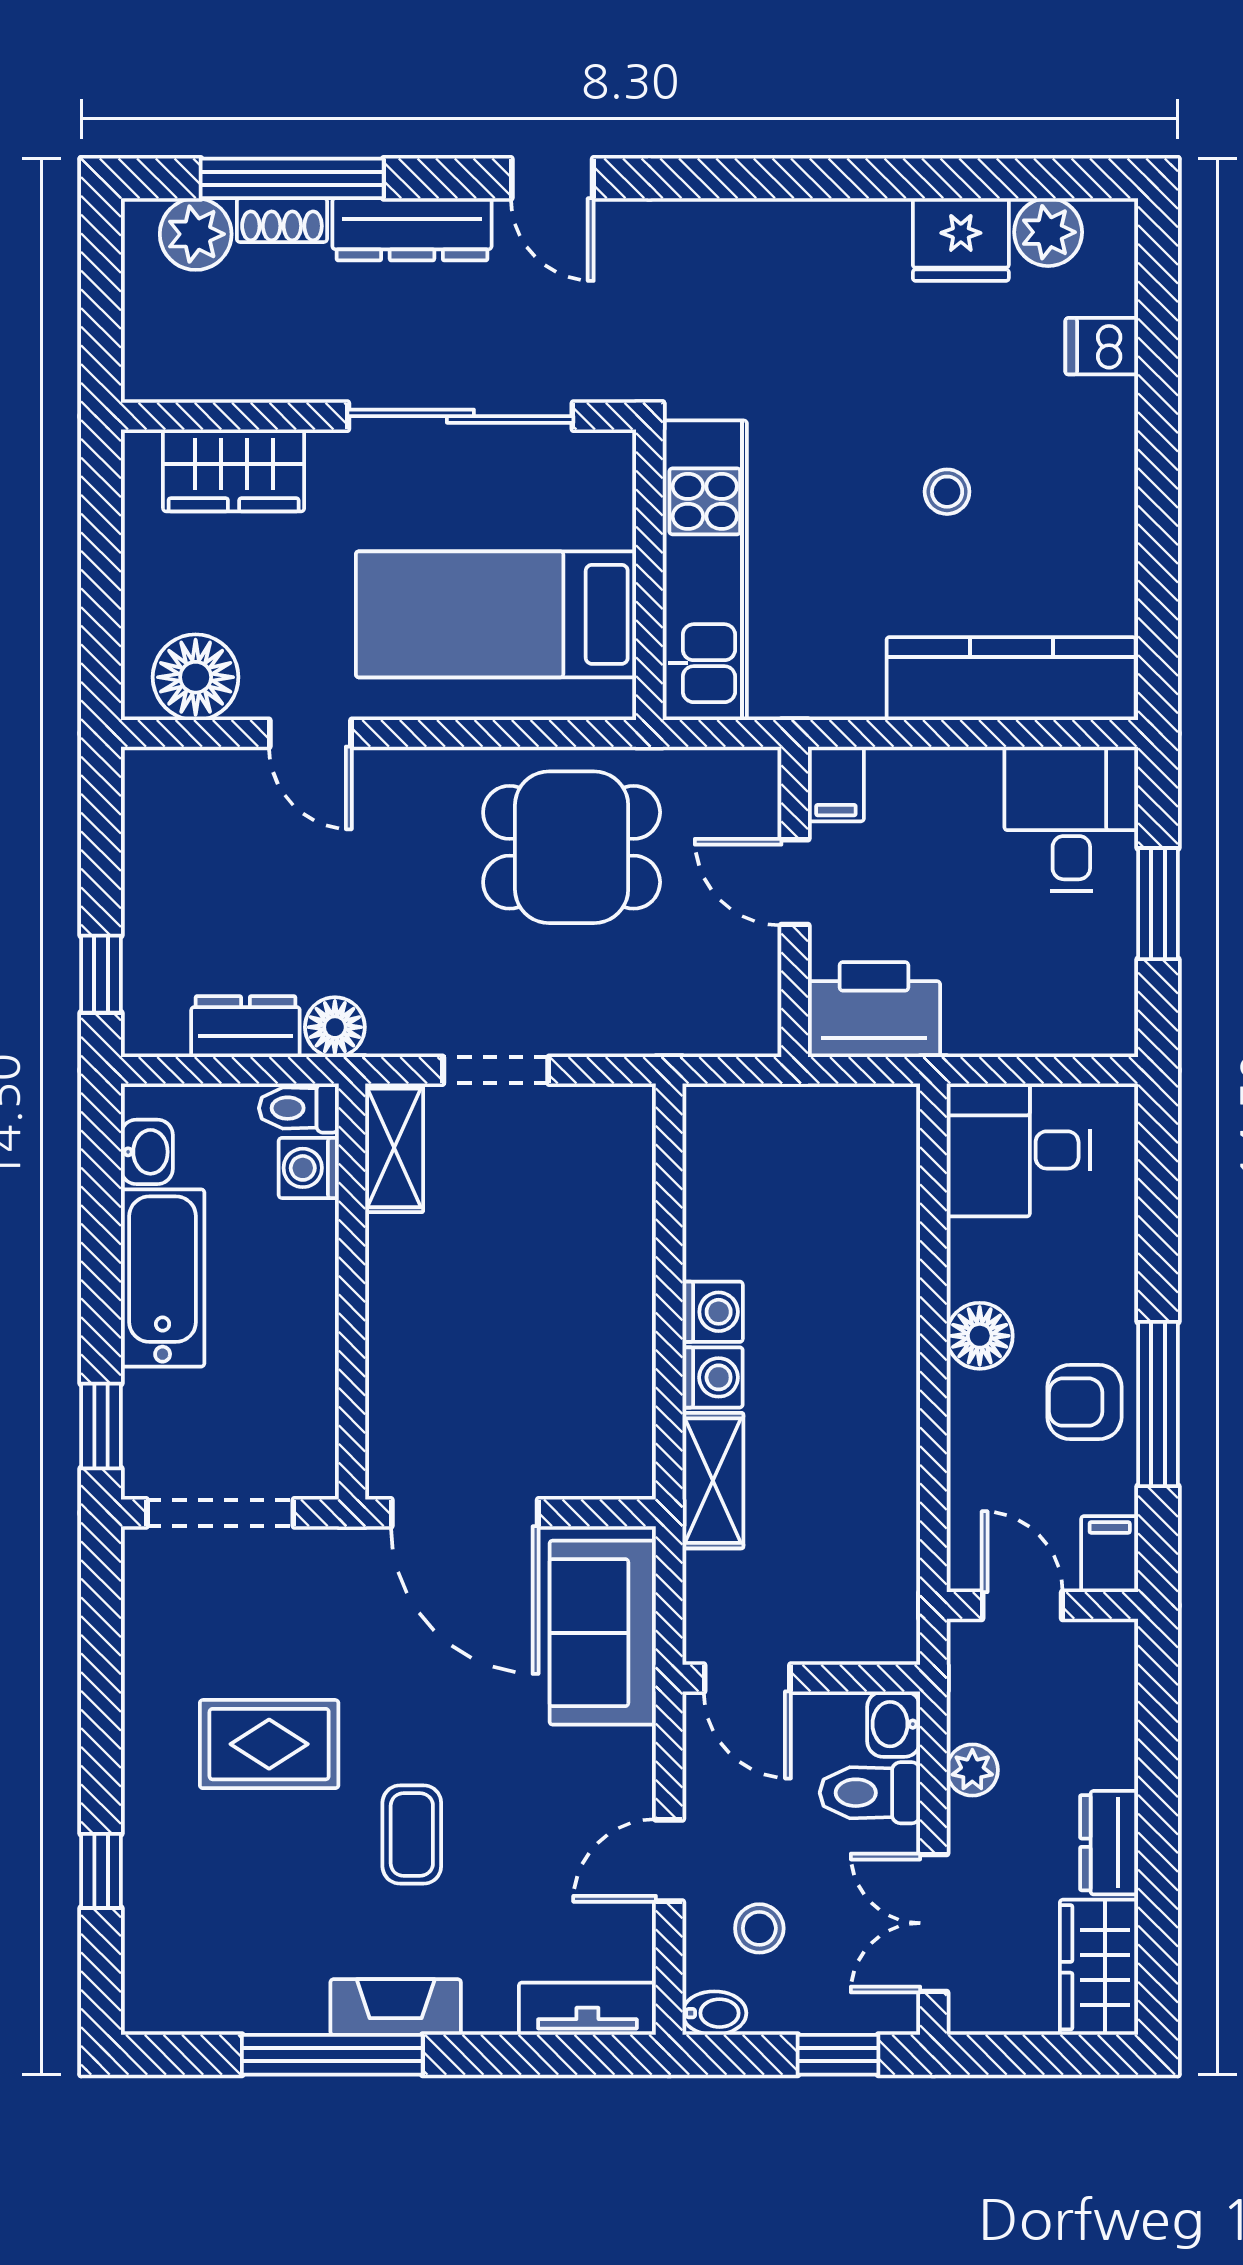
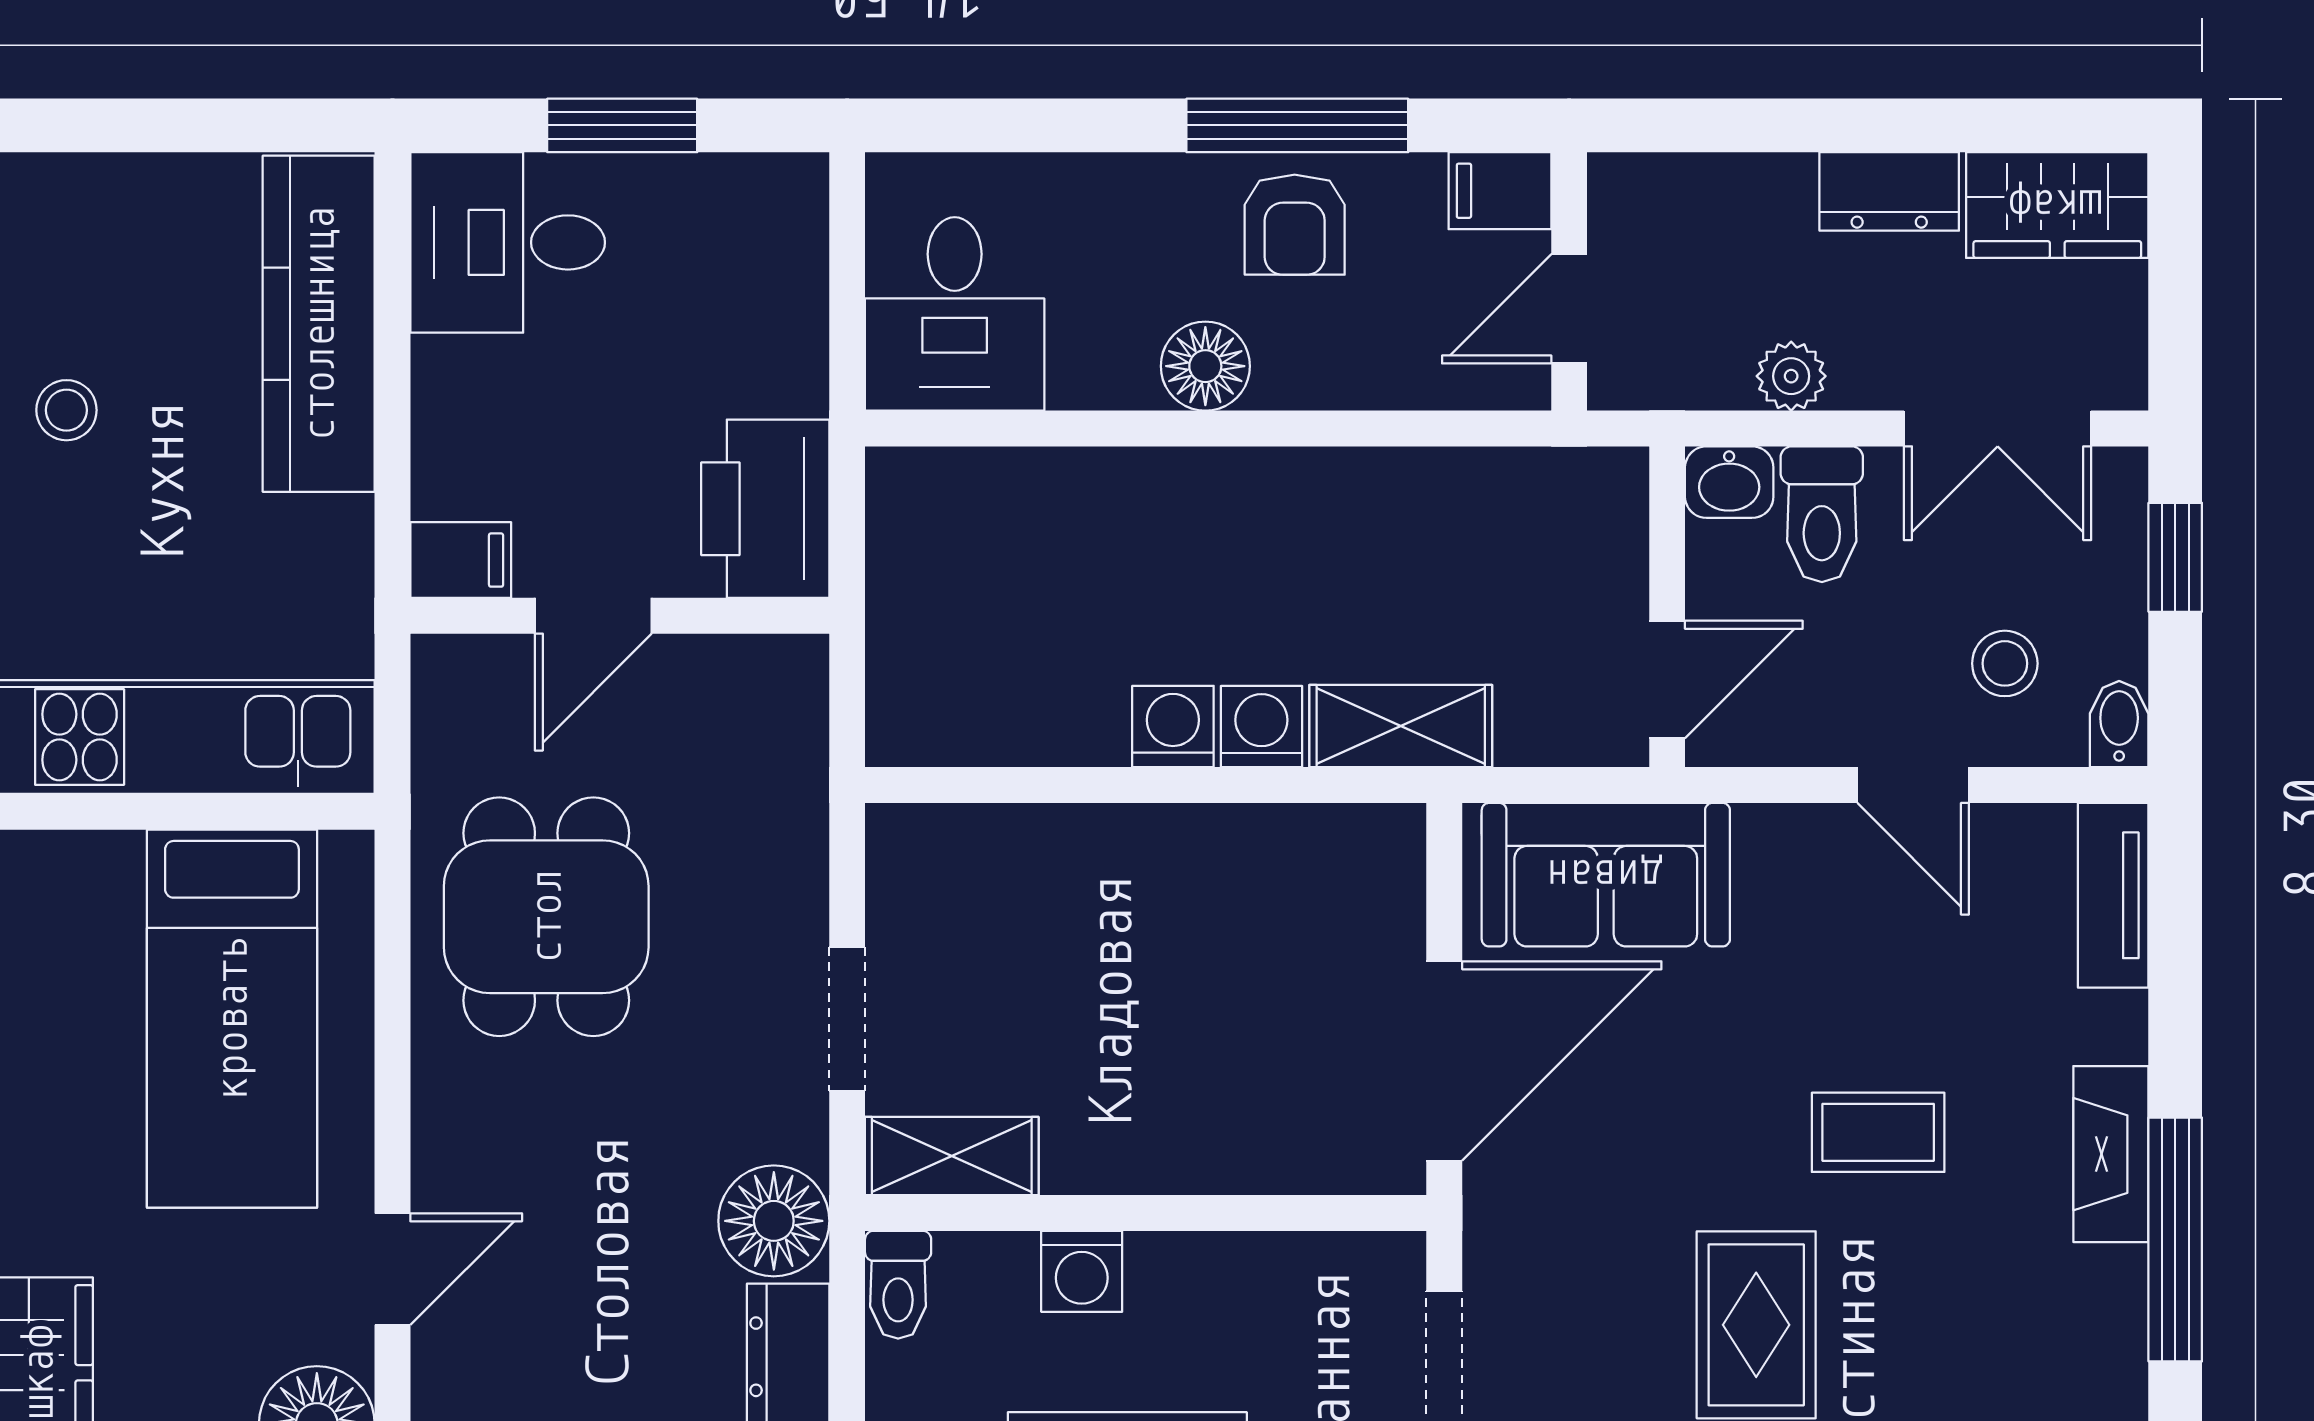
floor lamp: (335, 1027) -> (774, 1221), width x1.38, depth x1.38
washing machine: (309, 1168) -> (1082, 1271), moved

